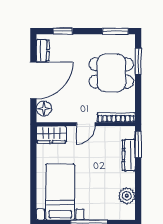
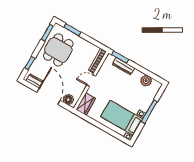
dining table: (111, 73) -> (58, 50), moved
door: (86, 124) -> (91, 81), swing flipped

